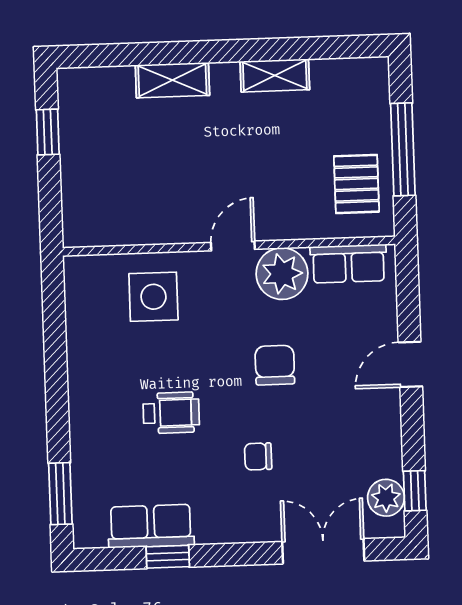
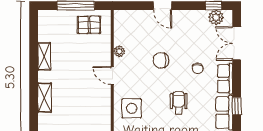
row of seats: (348, 264) -> (225, 79), moved, turned 180
plant: (282, 274) -> (119, 51), width x0.53, depth x0.53

